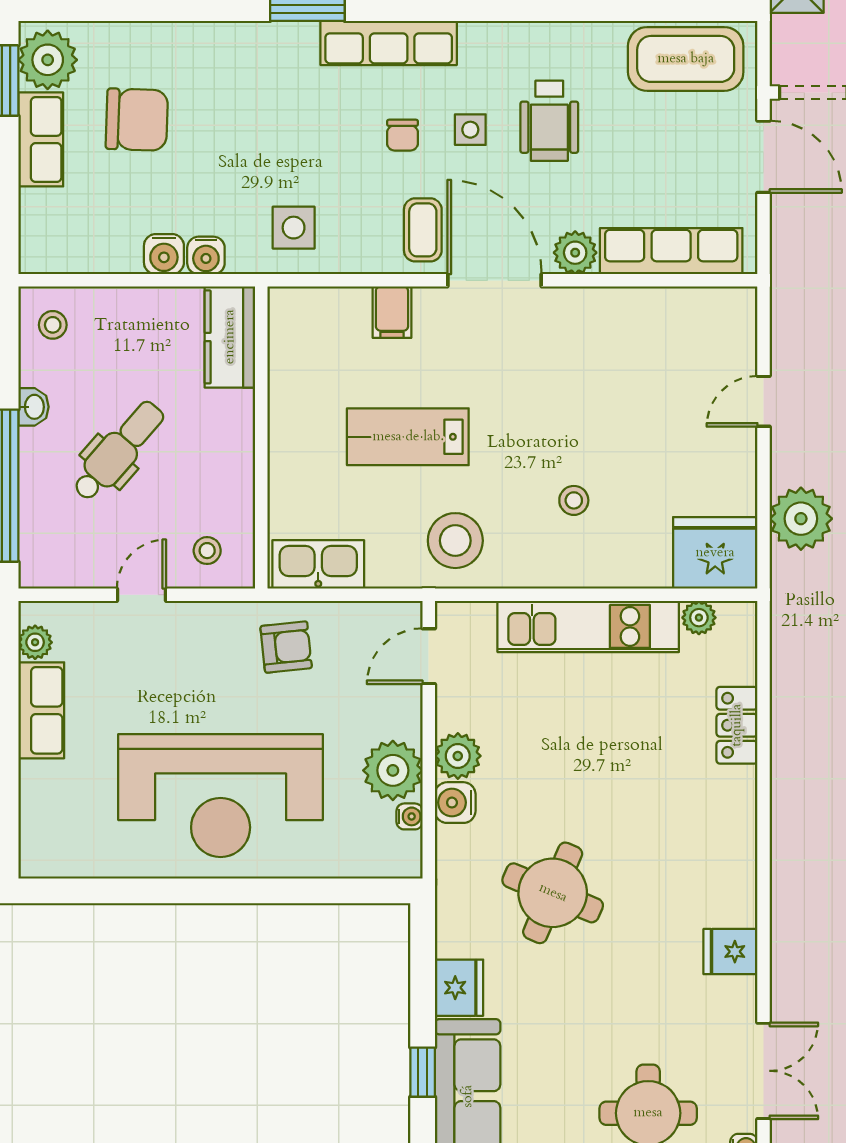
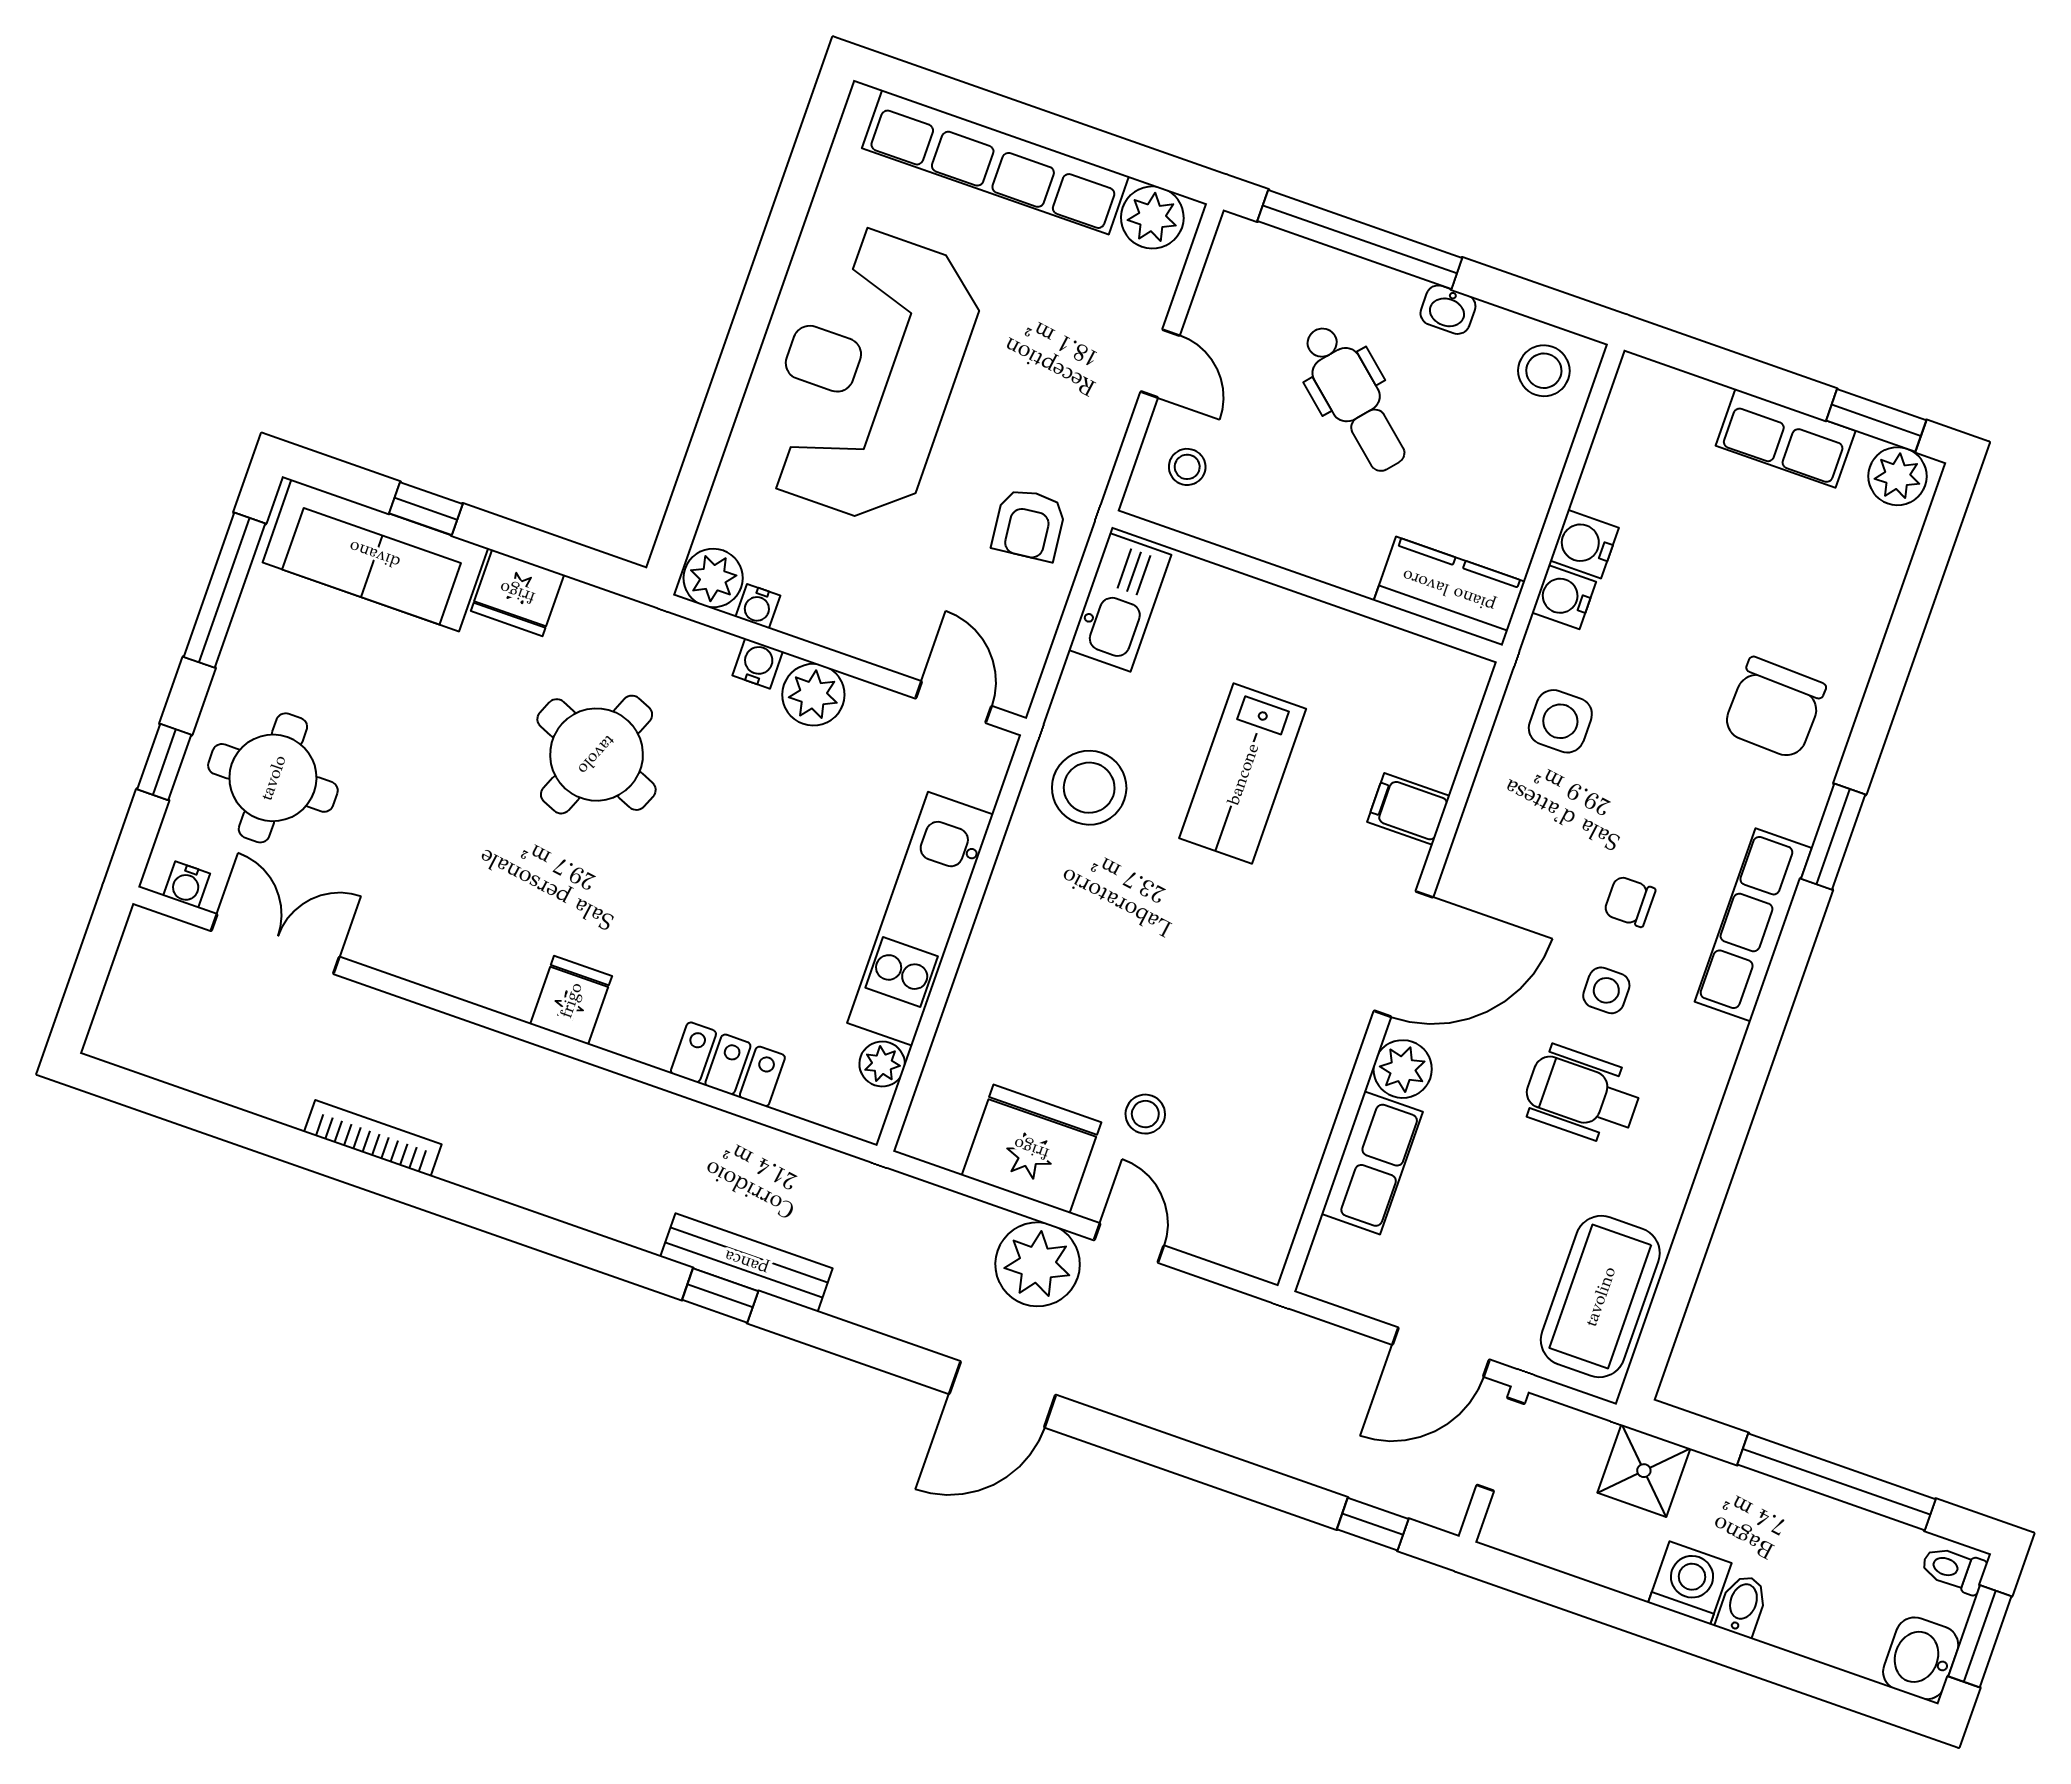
plant: (48, 60) -> (1898, 476), width x0.73, depth x0.73
chair: (137, 120) -> (1774, 708), moved
coffee table: (423, 230) -> (1500, 885), removed
row of seats: (671, 251) -> (1372, 1163), width x0.68
stool: (53, 325) -> (1544, 371), width x1.37, depth x1.37
lab bench: (408, 437) -> (1243, 774), turned 180
stool: (574, 500) -> (1145, 1114), moved
plant: (801, 519) -> (1038, 1264), moved
fridge: (715, 553) -> (1031, 1149), moved, turned -90
plant: (35, 642) -> (1152, 217), width x1.38, depth x1.38
row of seats: (41, 710) -> (995, 162), width x2.02
plant: (393, 770) -> (713, 578), moved, width x0.73, depth x0.73
water cooler: (455, 803) -> (758, 663), width x0.72, depth x0.72
fridge: (730, 952) -> (571, 1000), moved
double door: (764, 1071) -> (275, 944), swing flipped

